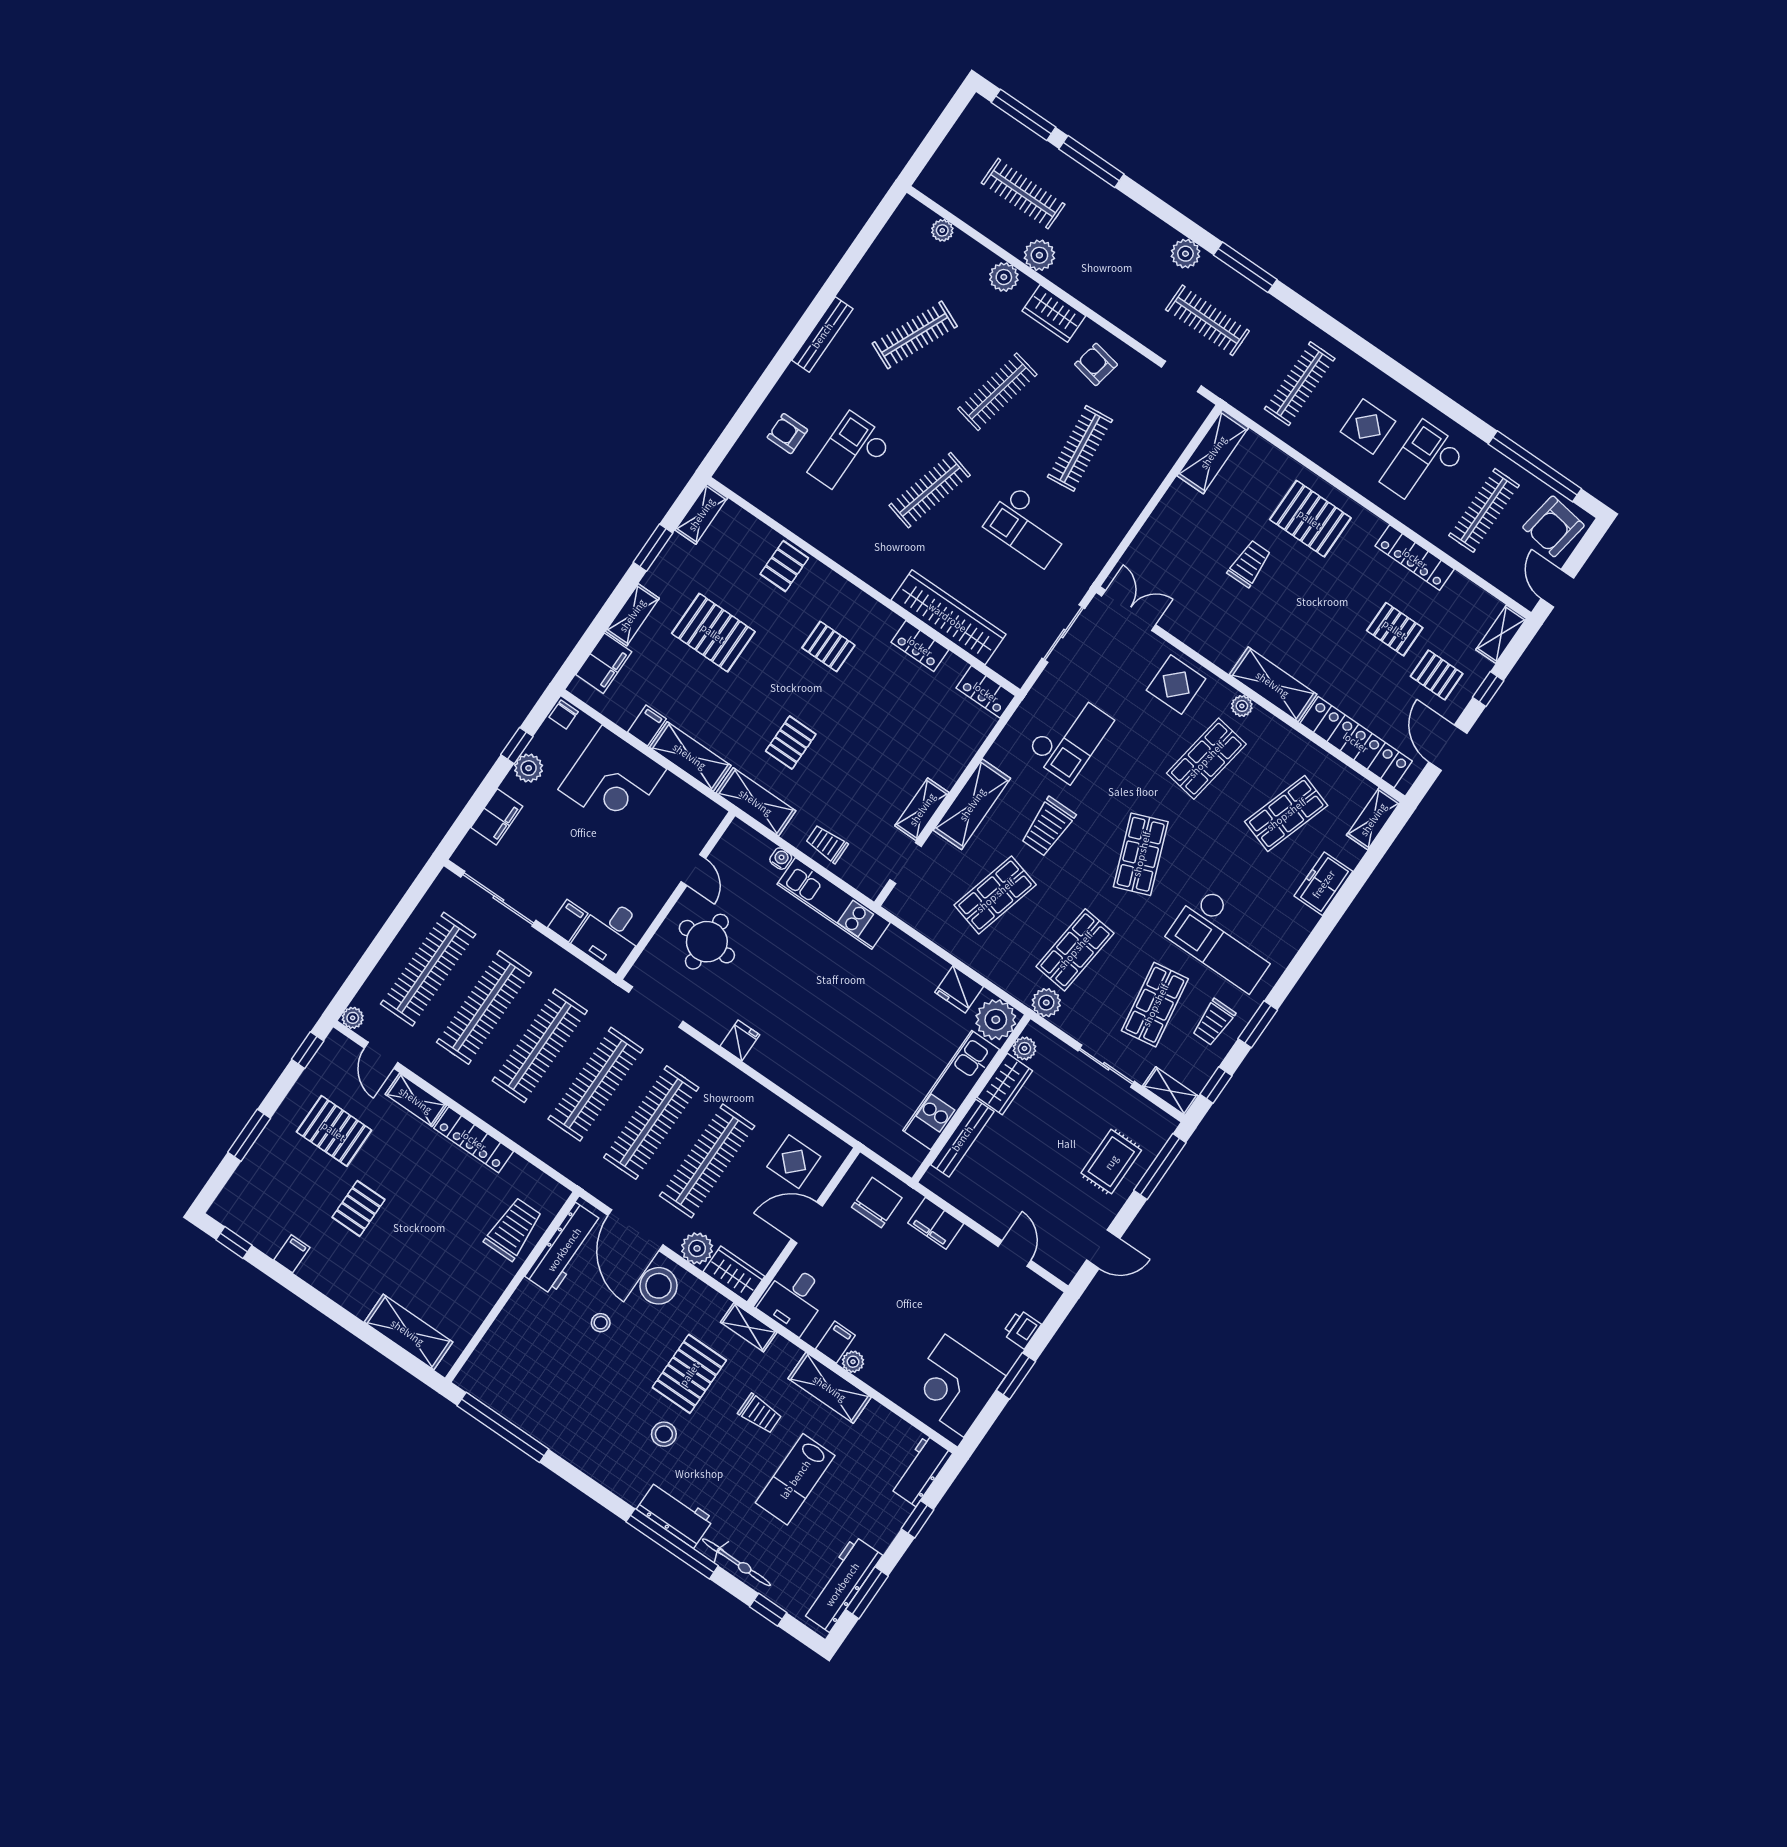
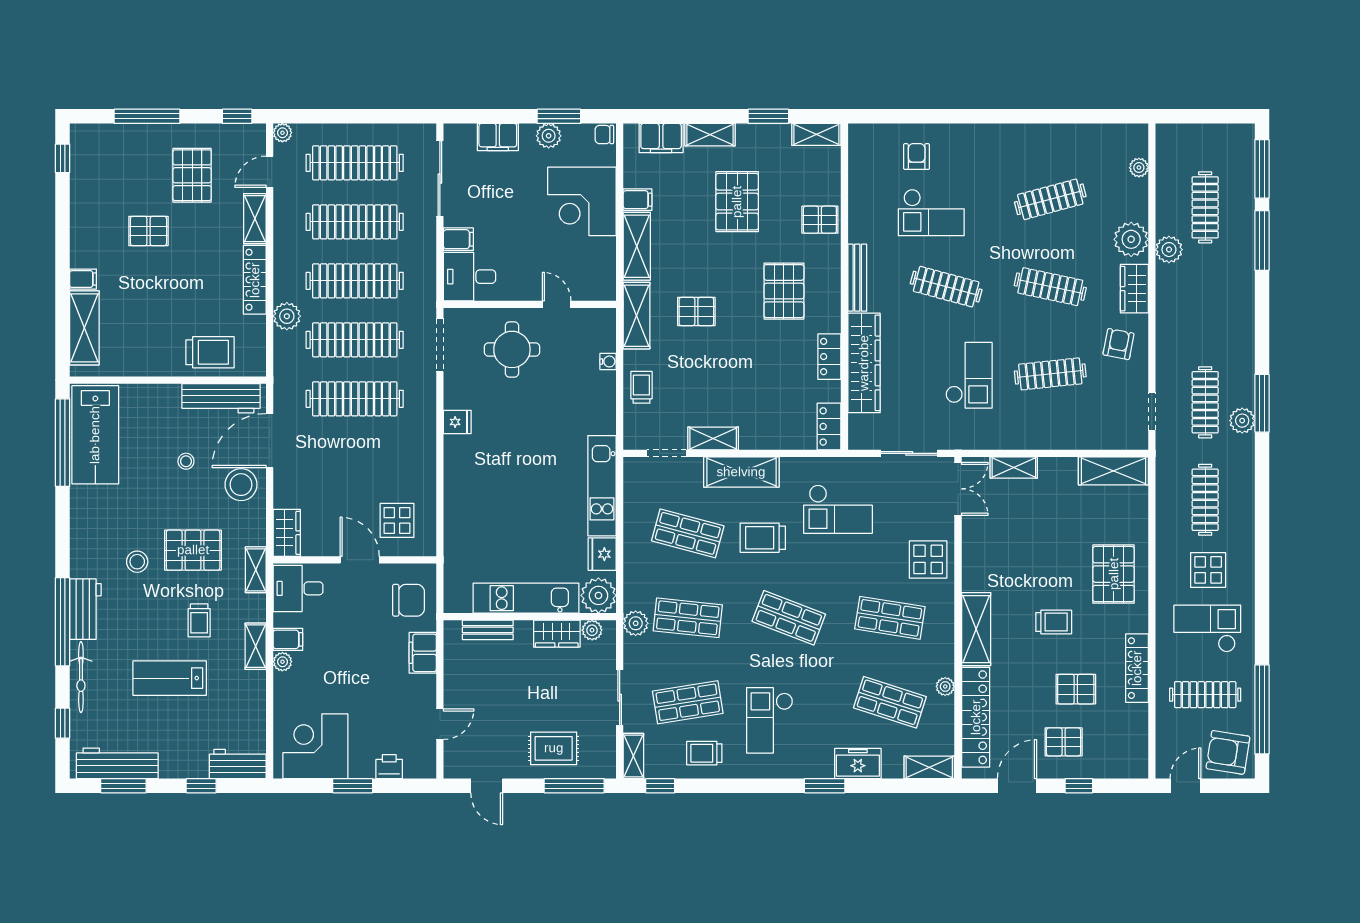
plant: (1185, 254) -> (1242, 421), moved
plant: (1004, 277) -> (1131, 239), width x1.36, depth x1.36
bench: (822, 335) -> (857, 278), moved, turned 90
clothes rail: (915, 335) -> (1050, 199), turned -39
clothes rail: (1300, 384) -> (1205, 500), turned 90
checkout: (850, 456) -> (931, 213), turned 180
checkout: (1028, 526) -> (969, 375), turned 180
trolley: (1249, 564) -> (1054, 622), moved
pallet: (1395, 629) -> (1076, 689), turned 90
shelving: (1501, 634) -> (1014, 468), moved
pallet: (828, 646) -> (784, 291), width x1.50, depth x1.42
pallet: (1437, 675) -> (1064, 742), turned 90
plant: (1242, 706) -> (945, 687), moved
window: (517, 746) -> (559, 116), width x1.50
shop shelf: (1141, 854) -> (789, 618), turned 42
door: (693, 870) -> (557, 304), swing flipped
kitchen unit: (834, 903) -> (602, 486), moved
checkout: (1225, 939) -> (770, 720), width x0.73, depth x0.83
window: (1258, 1024) -> (825, 786), moved
window: (249, 1135) -> (147, 116), width x1.44
bench: (962, 1138) -> (488, 630), width x0.73
clothes rail: (707, 1161) -> (355, 458), removed
plant: (697, 1248) -> (287, 316), moved
filing cabinet: (292, 1254) -> (83, 279), moved
shelving: (830, 1388) -> (256, 646), width x0.67, depth x0.75
lab bench: (517, 1391) -> (95, 435), added

